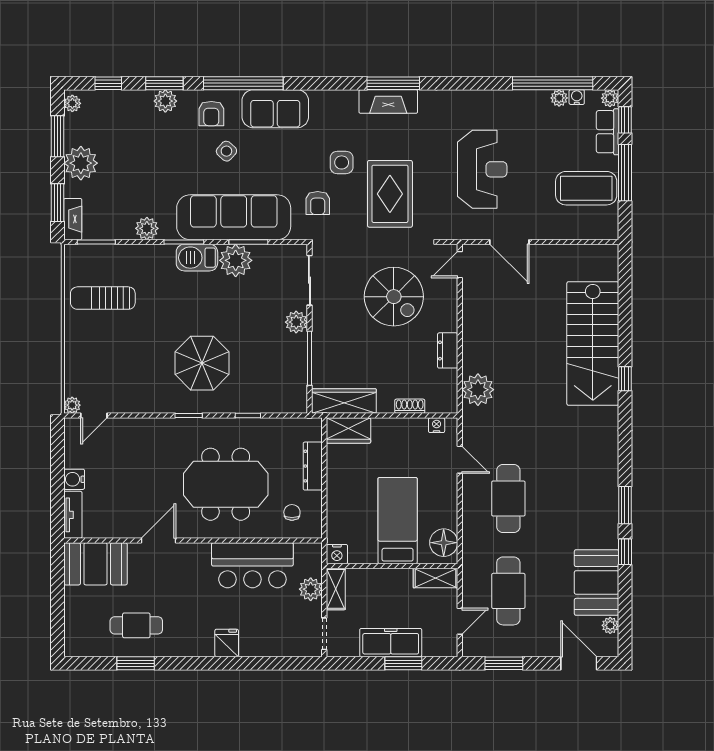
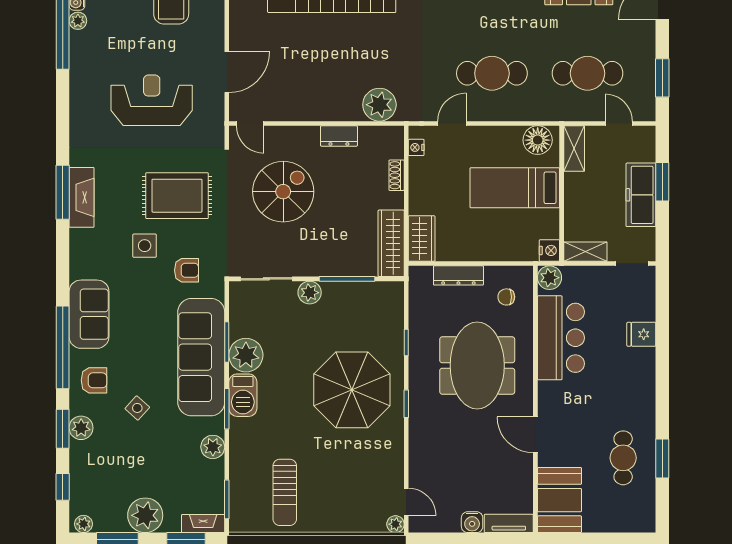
side table: (226, 151) -> (137, 408), moved
parasol: (202, 363) -> (352, 390), width x1.36, depth x1.36
plant: (311, 589) -> (549, 278), moved
fridge: (227, 643) -> (641, 334), moved

